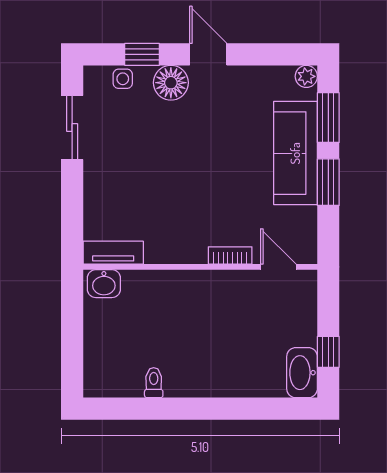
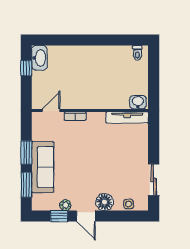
window: (142, 54) -> (59, 216), moved
plant: (306, 76) -> (65, 205), moved
tv unit: (113, 253) -> (127, 117), width x1.41
door: (278, 267) -> (51, 110), swing flipped
toilet: (154, 383) -> (137, 53), moved

